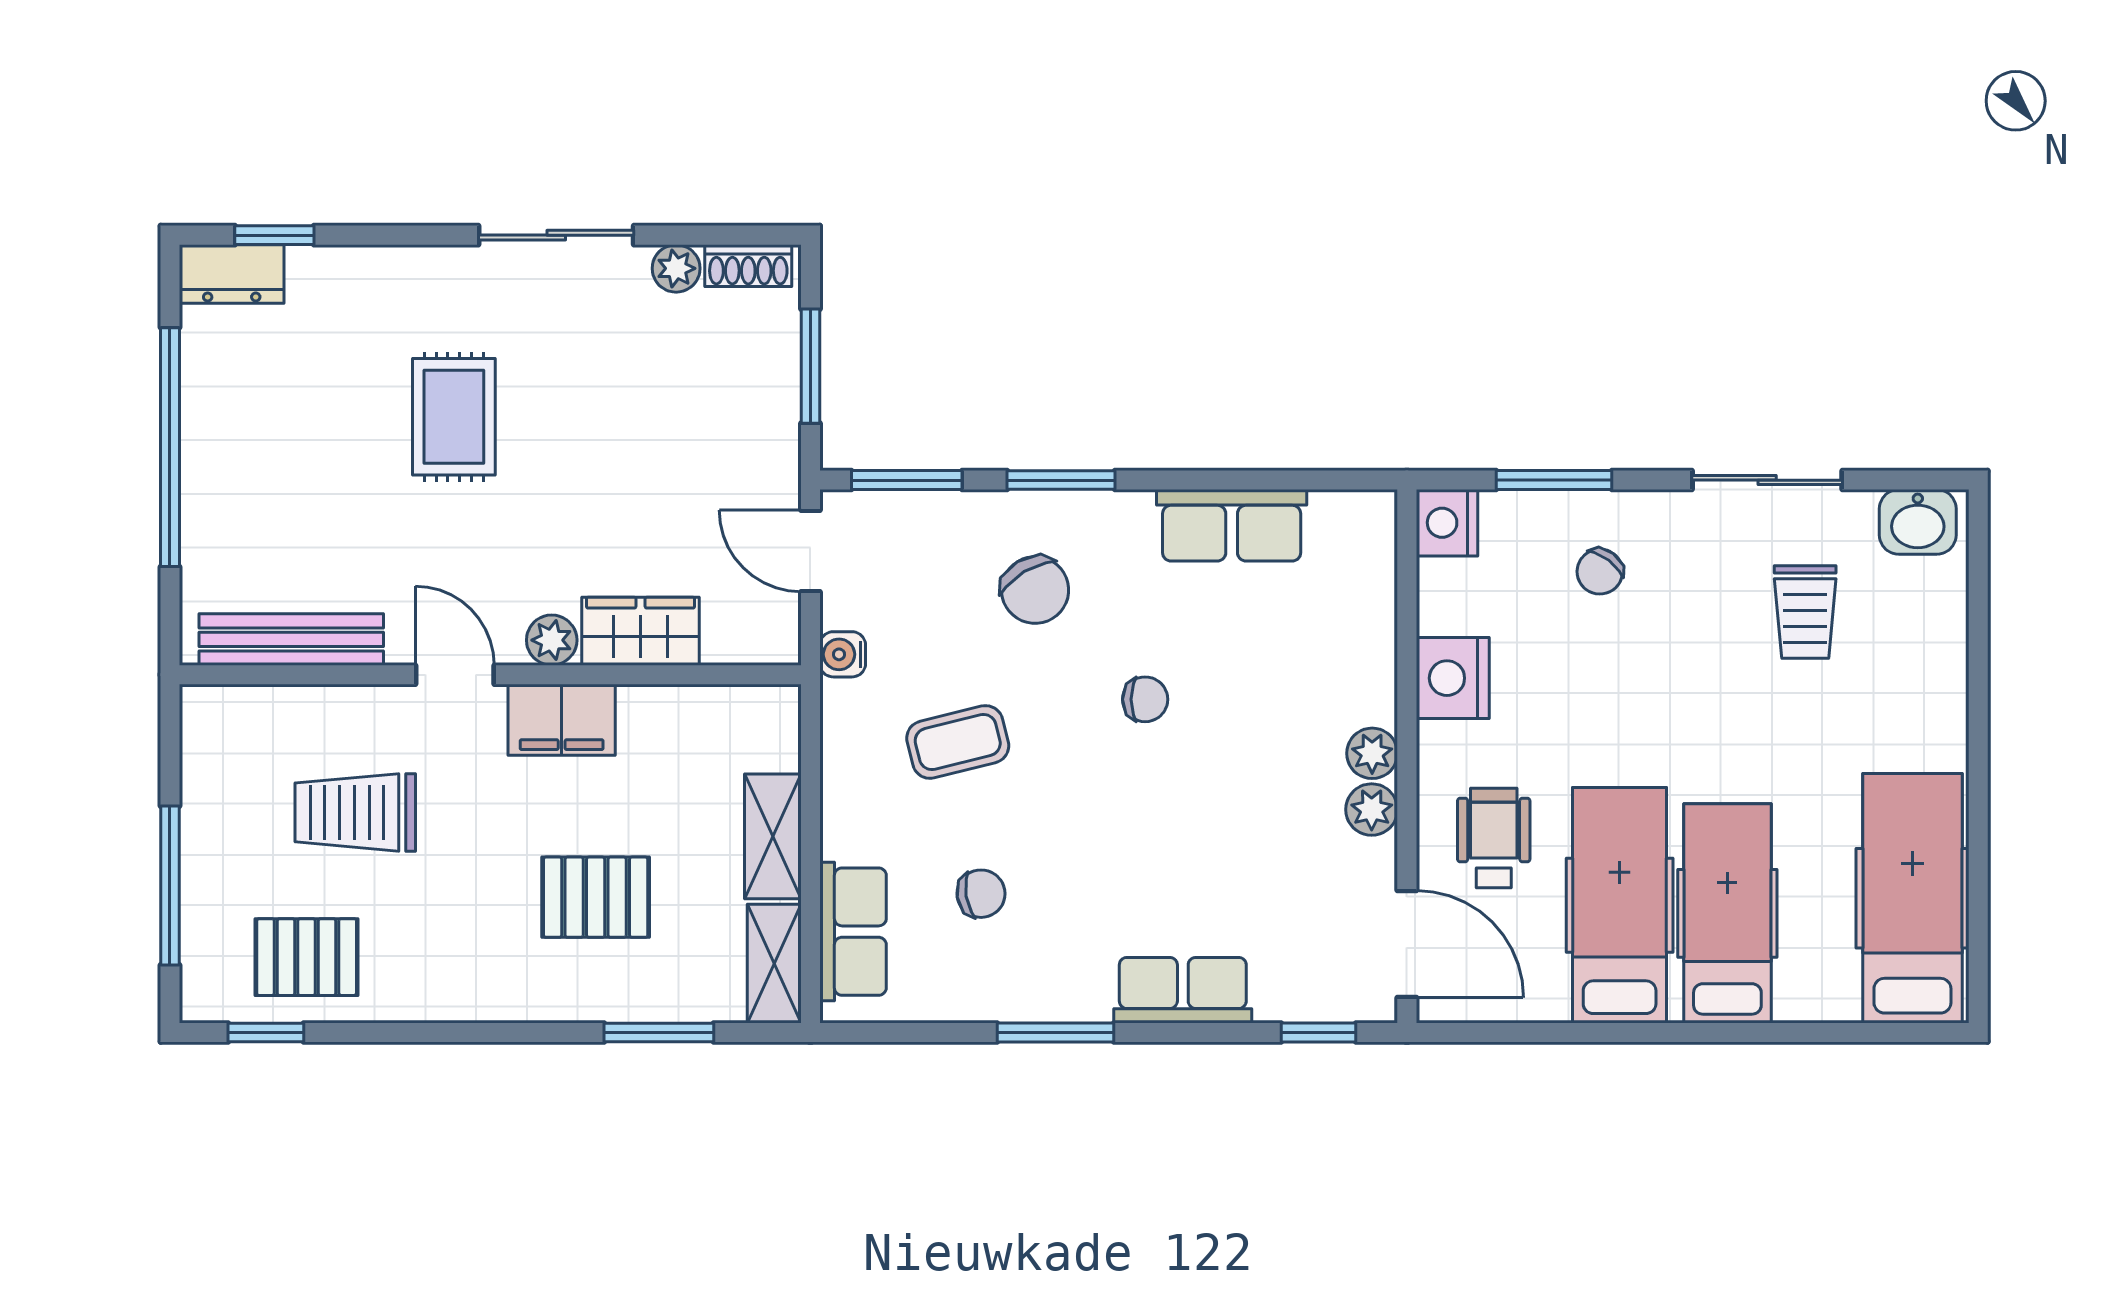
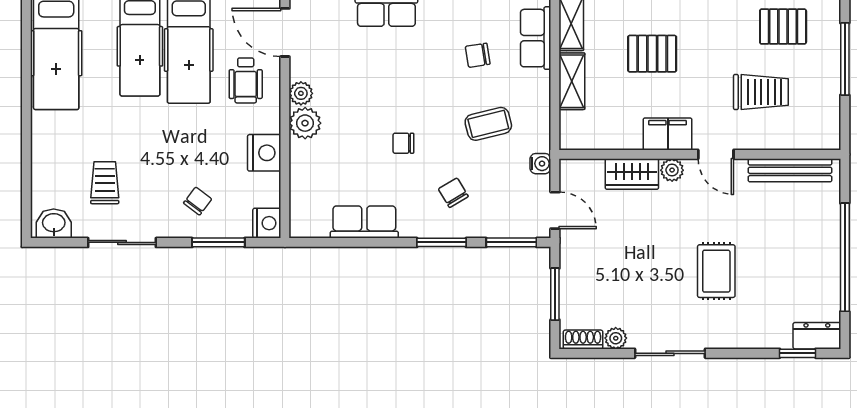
chair: (1035, 590) -> (453, 193), width x0.73, depth x0.73
plant: (1372, 753) -> (305, 123), width x1.38, depth x1.38

